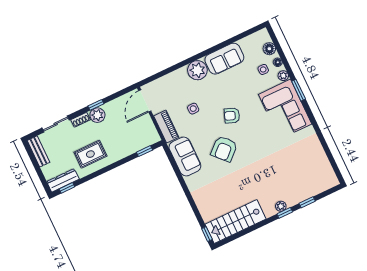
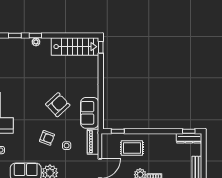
armchair: (232, 116) -> (47, 138), moved
rug: (90, 154) -> (132, 148), moved

